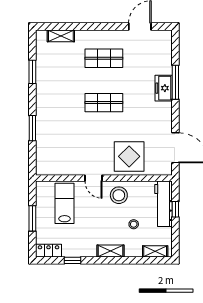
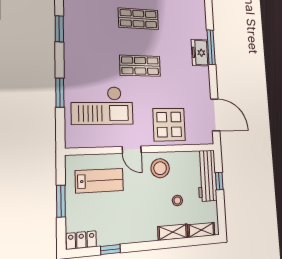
checkout: (69, 139) -> (102, 105), added
lab bench: (65, 203) -> (99, 181), turned 90
shelving: (111, 251) -> (173, 232), moved

